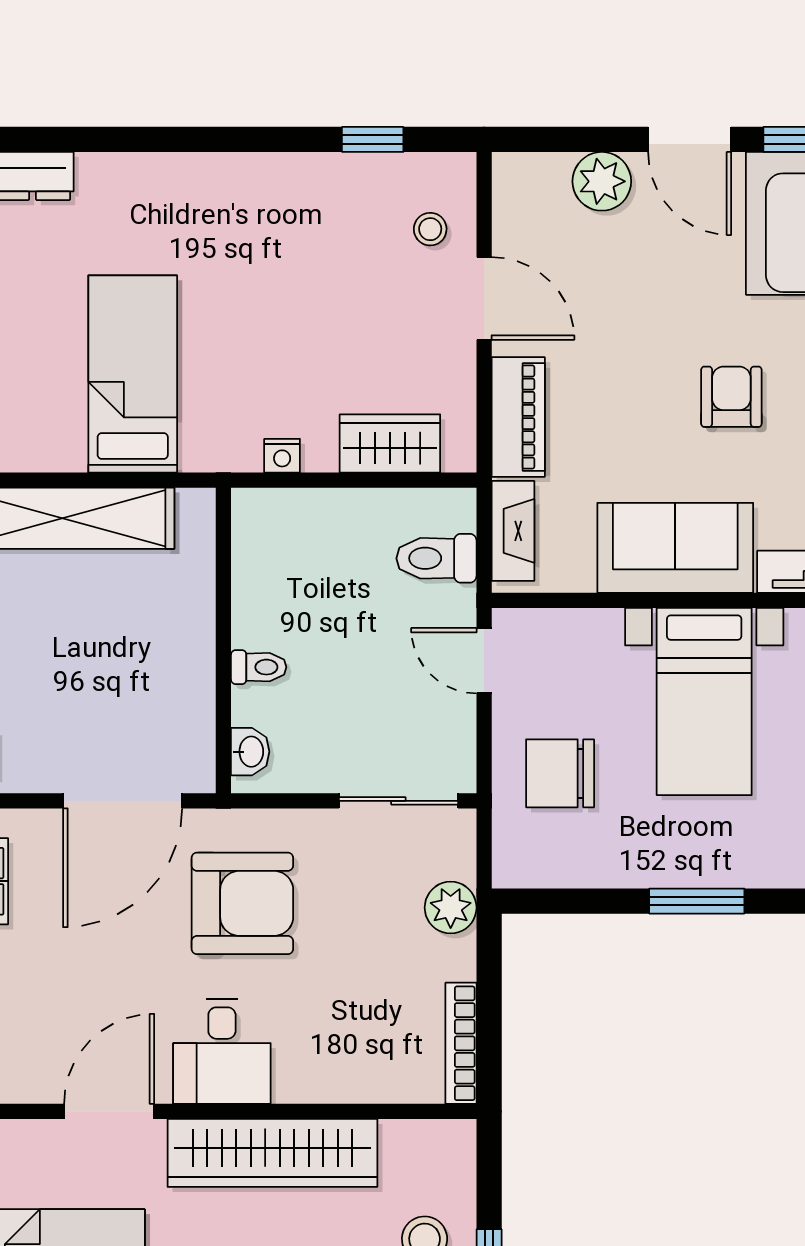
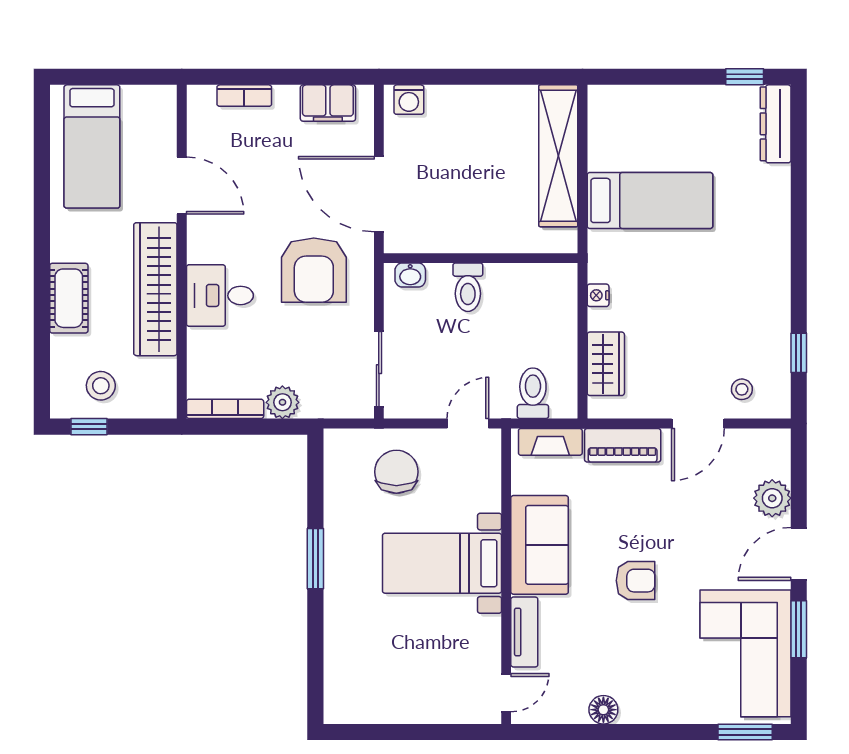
toilet: (259, 667) -> (468, 287), width x1.37, depth x1.39
plant: (451, 908) -> (282, 402), moved
desk: (222, 1051) -> (220, 295), moved

